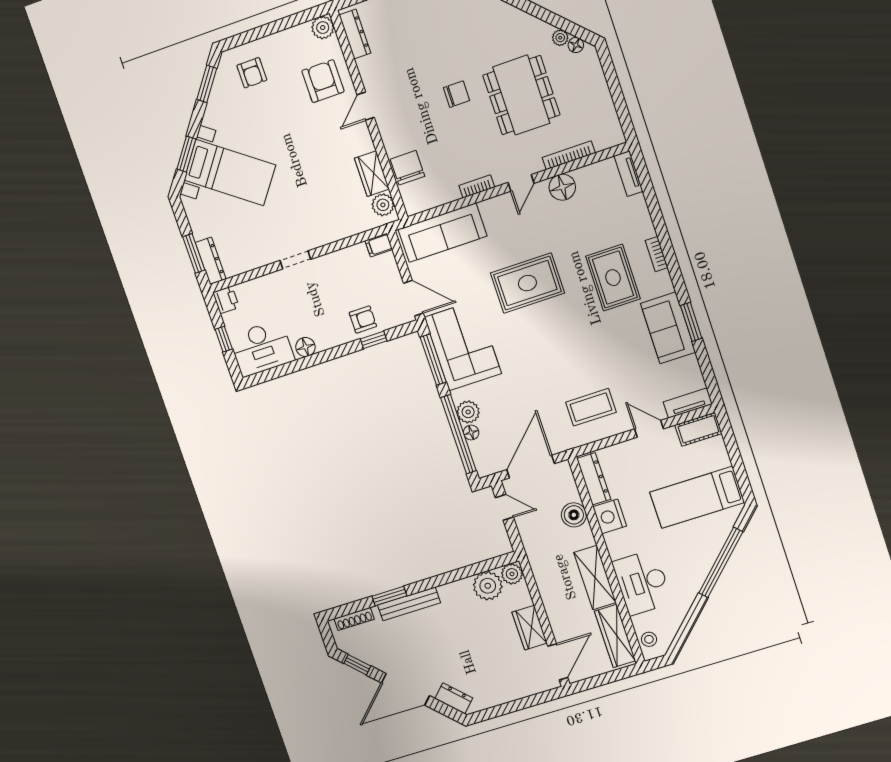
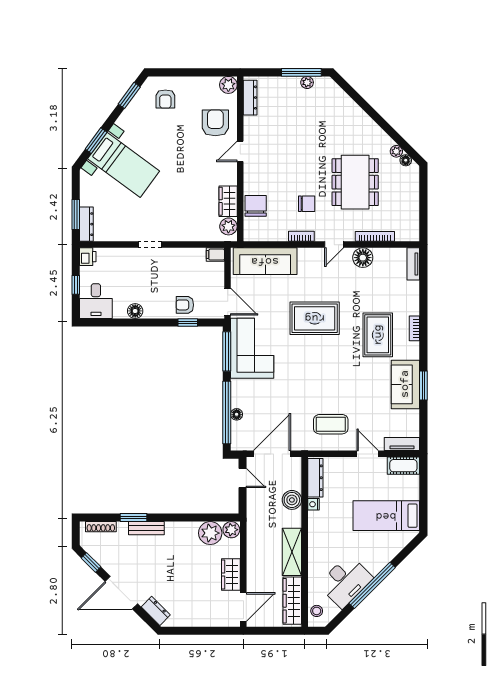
chair: (457, 94) -> (307, 204), moved
armchair: (363, 320) -> (185, 305), turned 180
desk: (262, 348) -> (96, 301), width x0.73
plant: (468, 412) -> (240, 398), removed
nightstand: (610, 516) -> (313, 504), width x0.53, depth x0.56
window: (721, 562) -> (372, 585), moved
desk: (642, 582) -> (345, 581), moved, turned -135
bench: (409, 604) -> (146, 528), width x0.73

